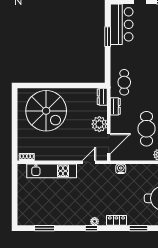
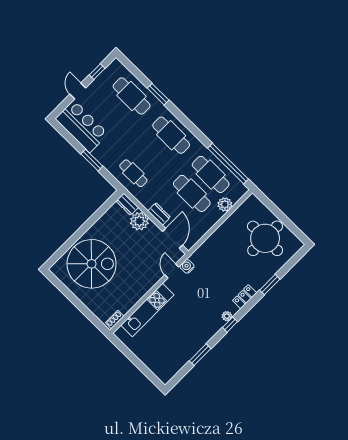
window: (108, 37) -> (92, 160), moved
dresser: (115, 106) -> (159, 214), moved
plant: (99, 124) -> (139, 221), moved
water cooler: (121, 169) -> (187, 266), moved
window: (45, 228) -> (200, 355), moved

